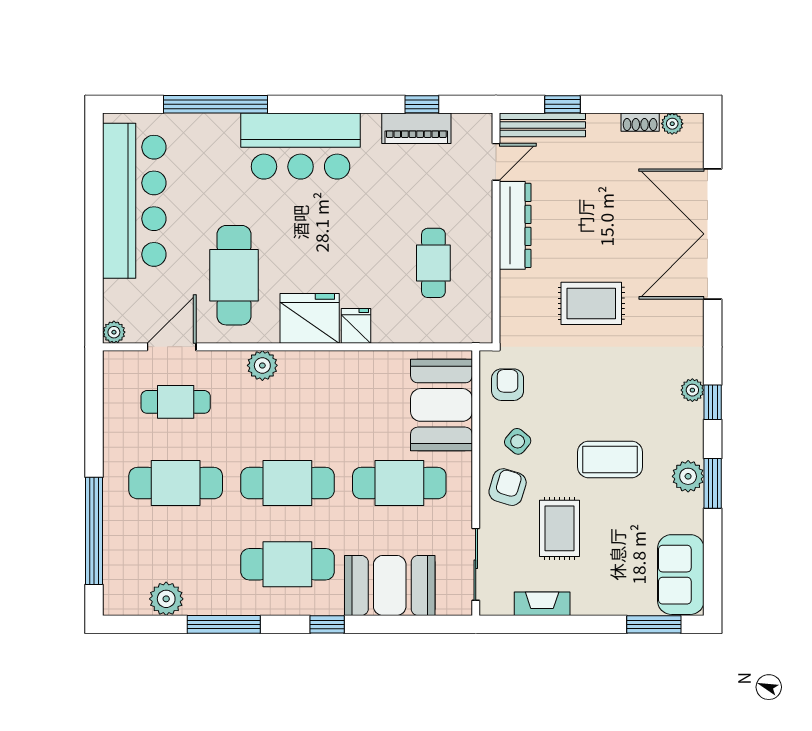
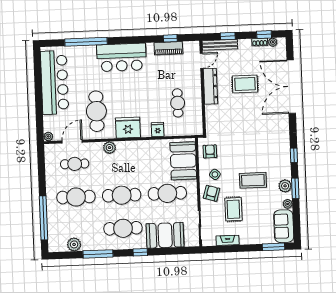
window: (652, 104) -> (264, 35), added
rug: (591, 303) -> (245, 84), moved
fridge: (356, 326) -> (158, 130), moved
plant: (692, 390) -> (288, 204), moved

